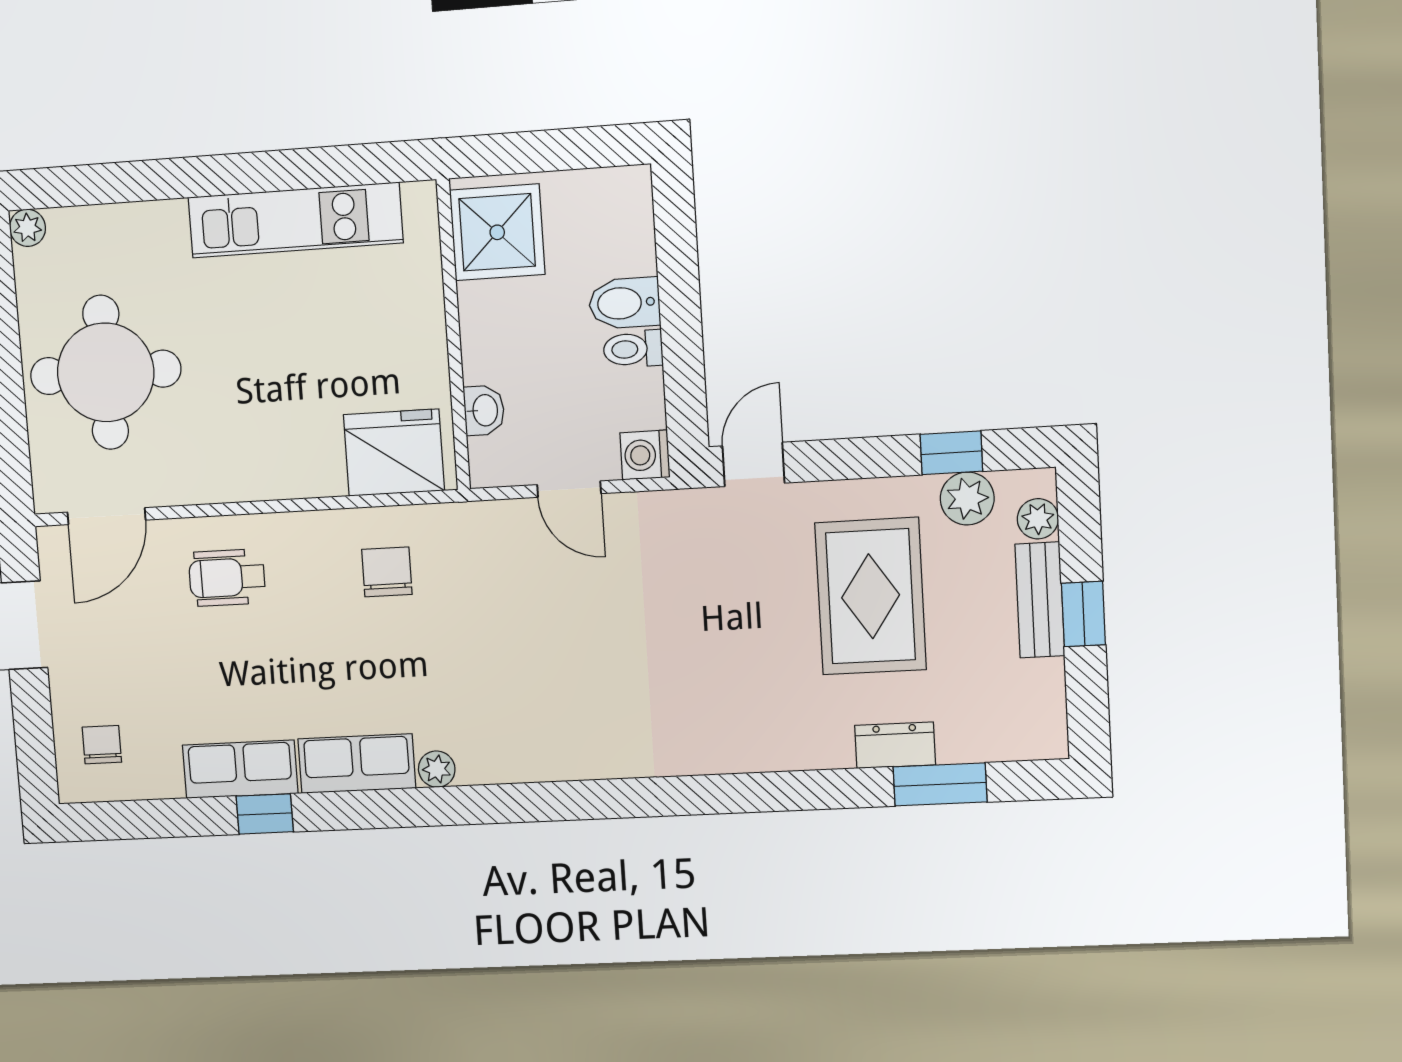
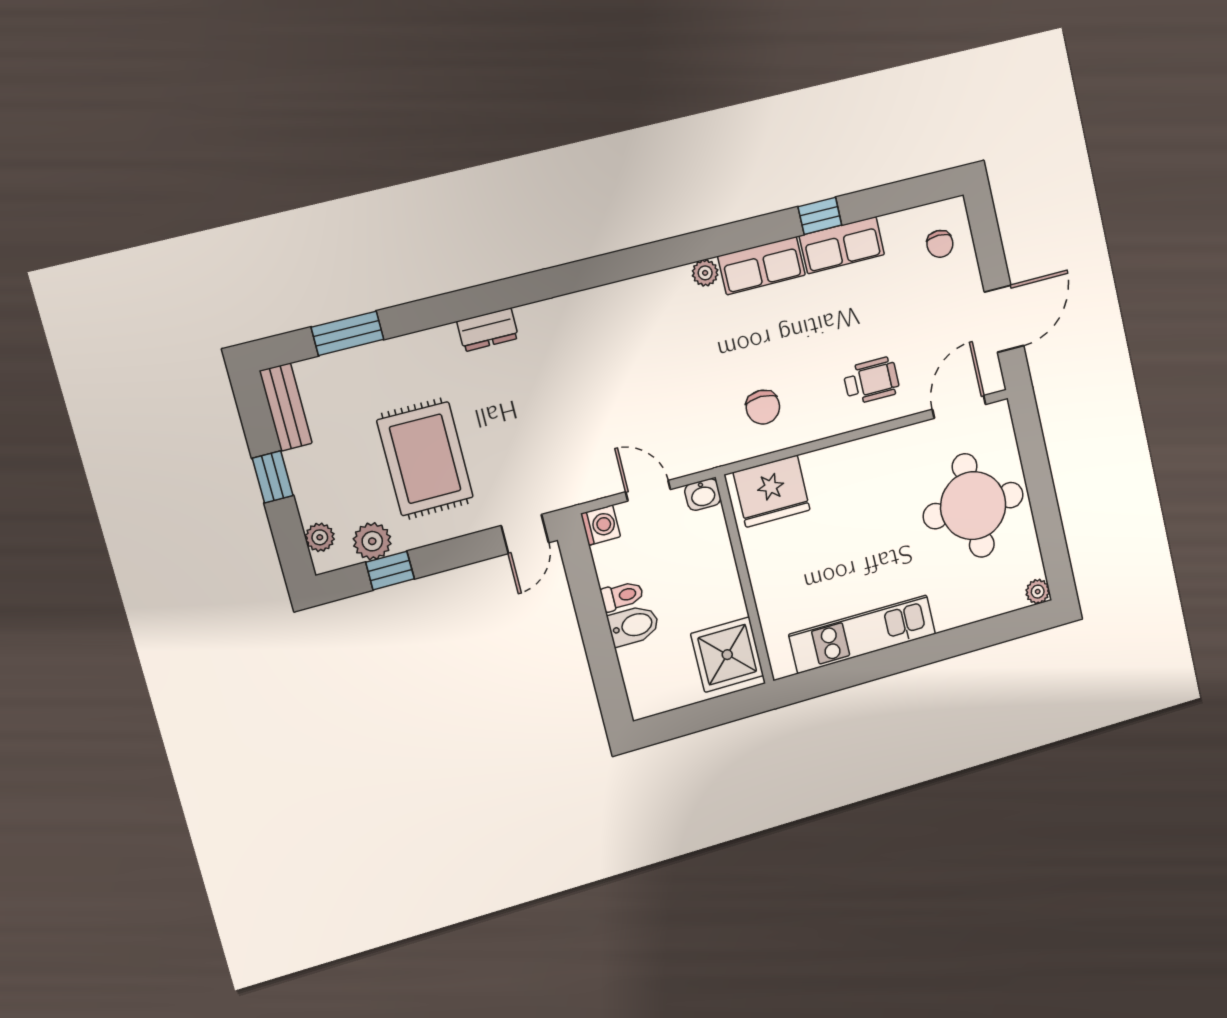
washbasin: (484, 410) -> (703, 494), moved, turned -90
bench: (1040, 600) -> (286, 407), moved
dresser: (895, 745) -> (488, 330), moved

